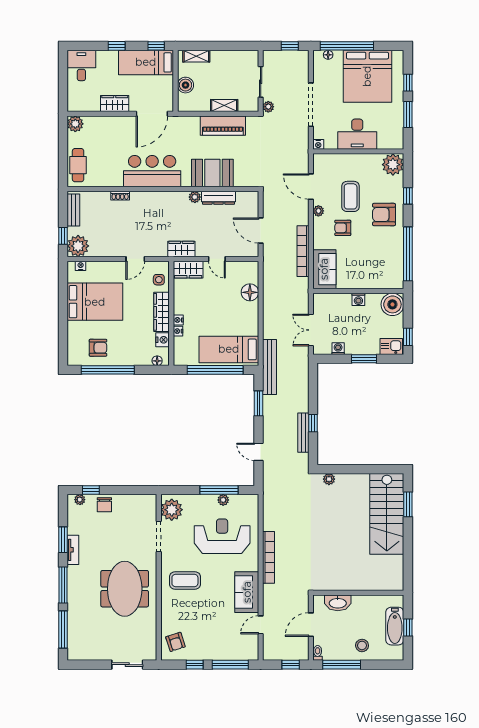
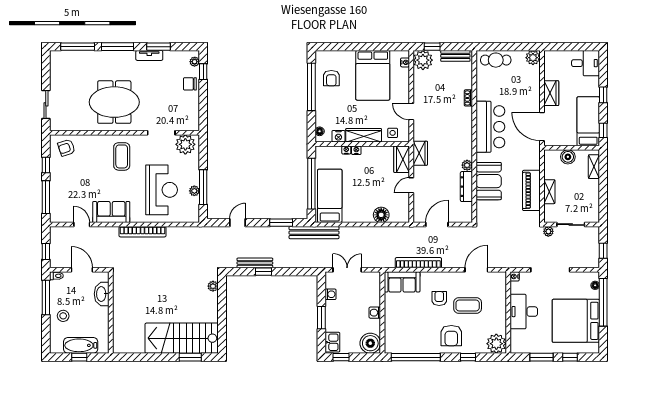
plant: (318, 211) -> (455, 277), removed
armchair: (384, 215) -> (451, 336), turned 180

